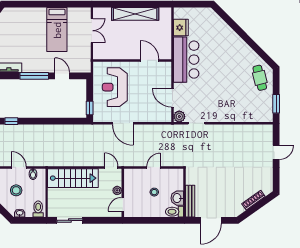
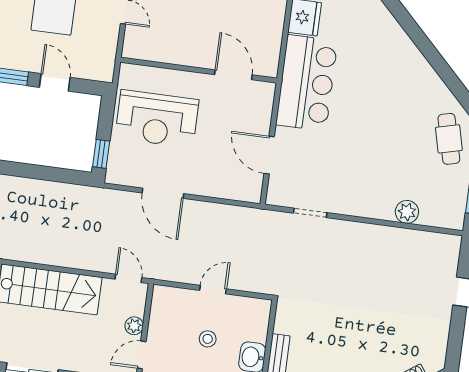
reception desk: (115, 87) -> (157, 119), turned -90
plant: (179, 116) -> (407, 212), moved

